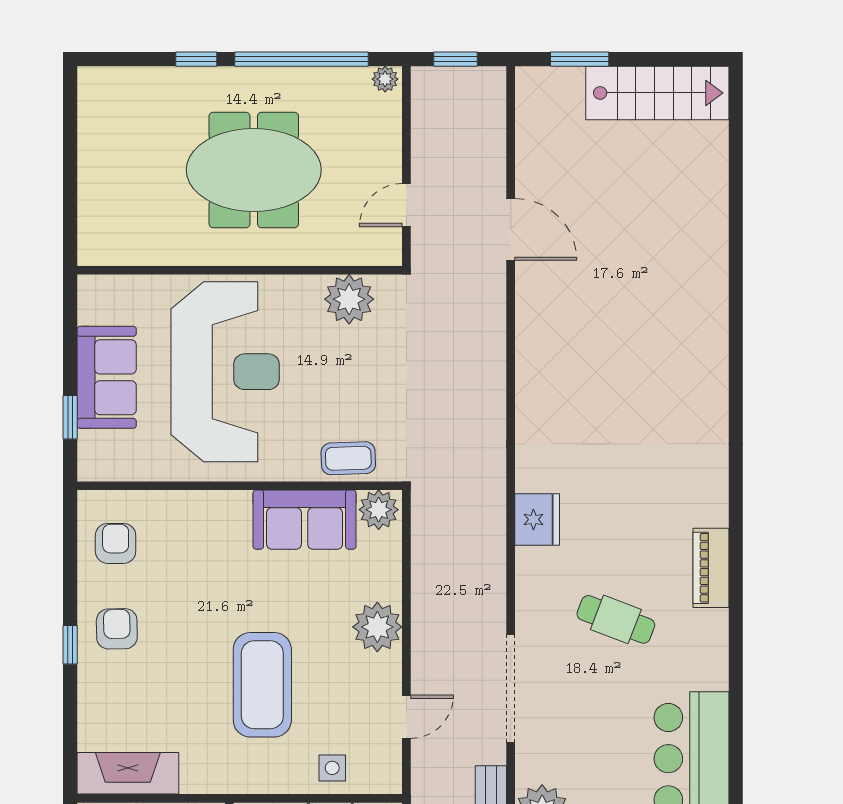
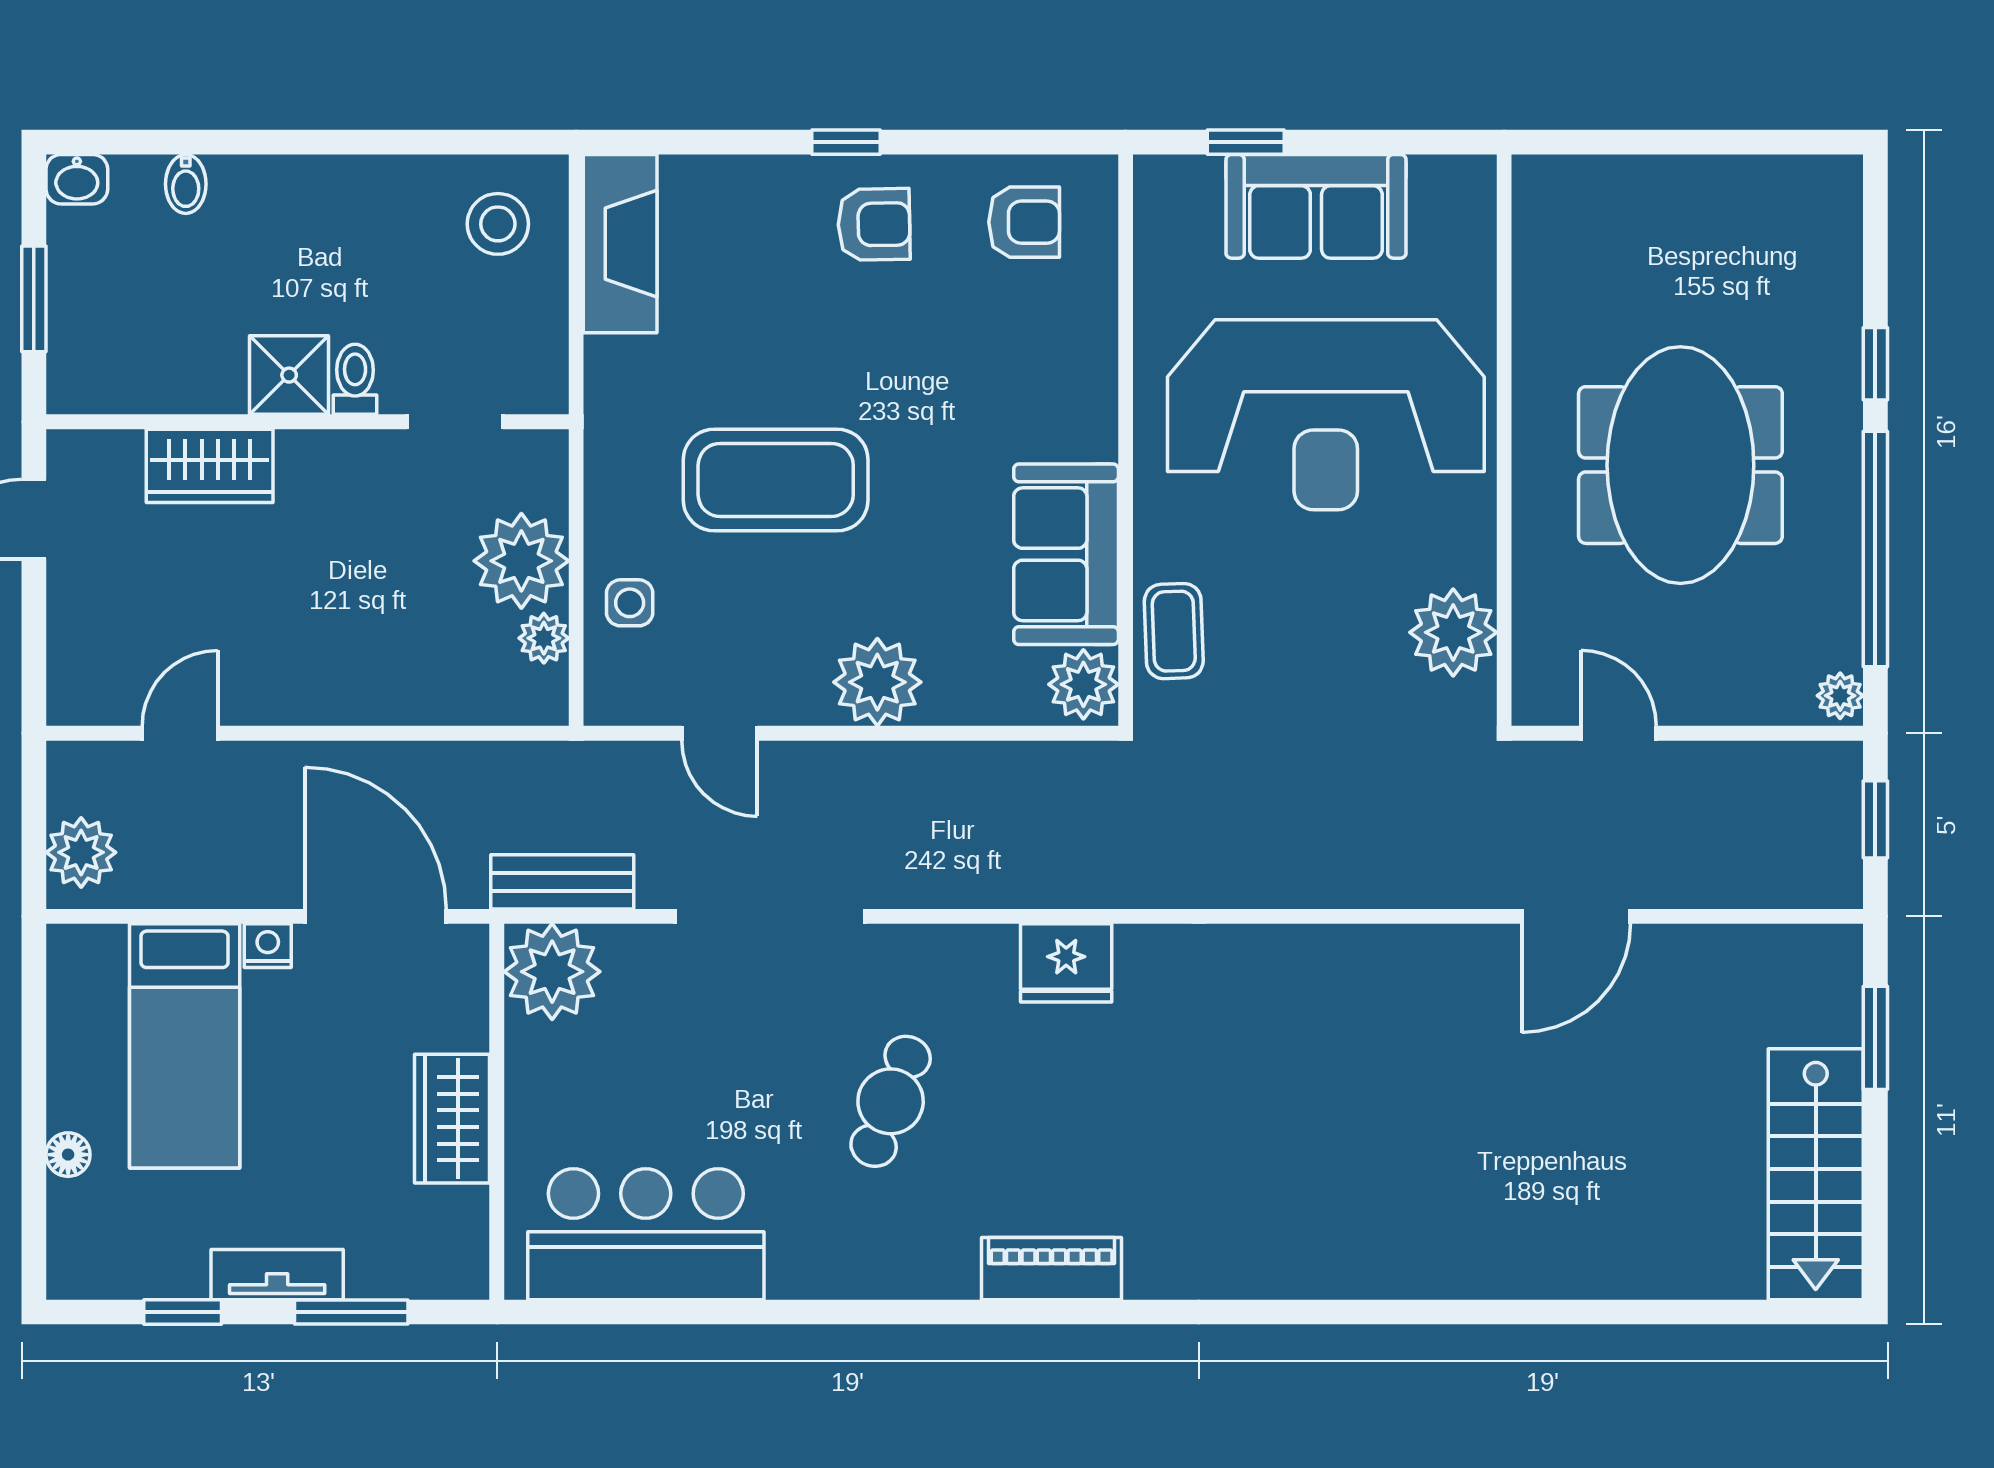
piano: (711, 568) -> (1052, 1269), moved

